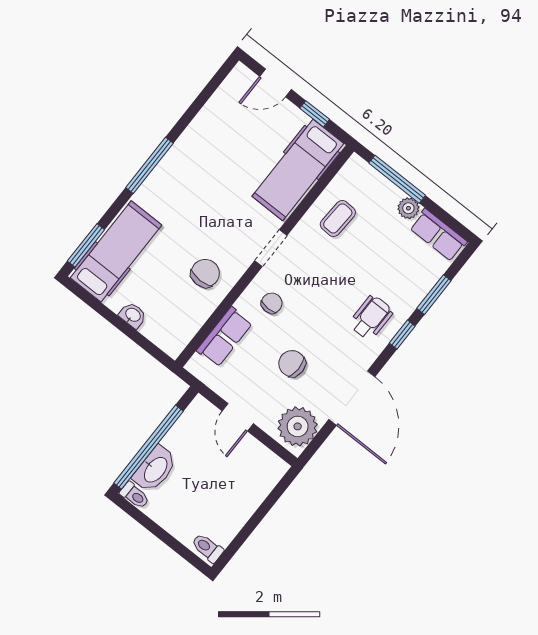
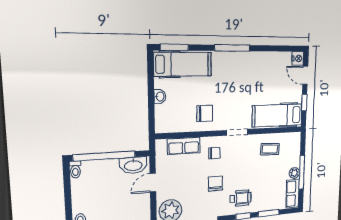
nightstand: (242, 77) -> (298, 58), added
window: (397, 179) -> (302, 172), moved
chair: (292, 364) -> (215, 184), moved
washbasin: (155, 469) -> (133, 165), moved

